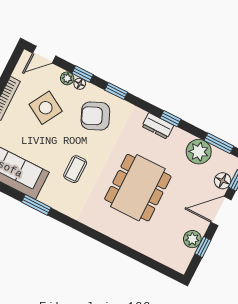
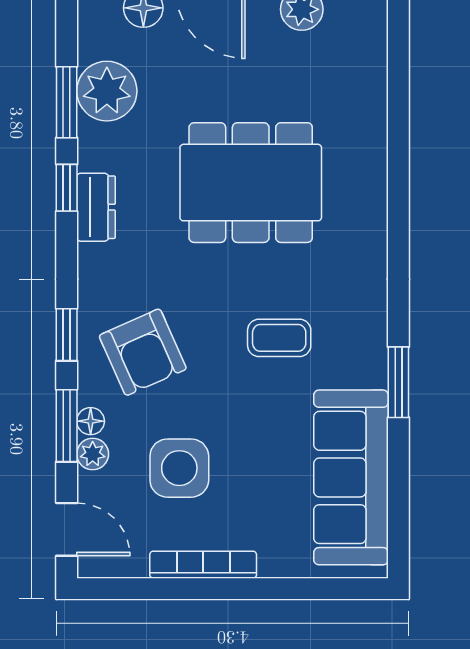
window: (83, 74) -> (67, 426), width x1.50
side table: (46, 108) -> (179, 468), turned -30
window: (219, 143) -> (67, 102), moved

